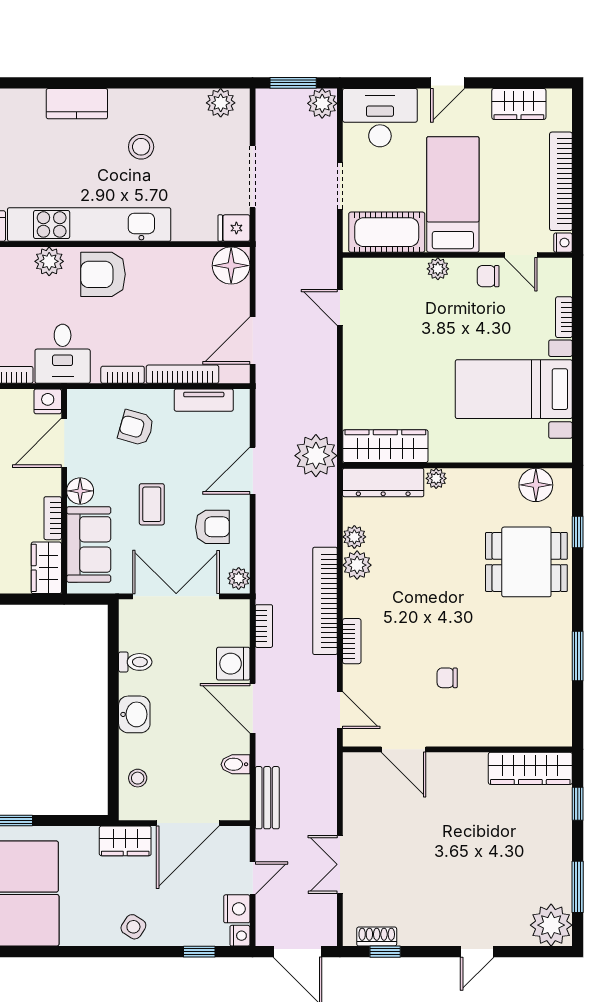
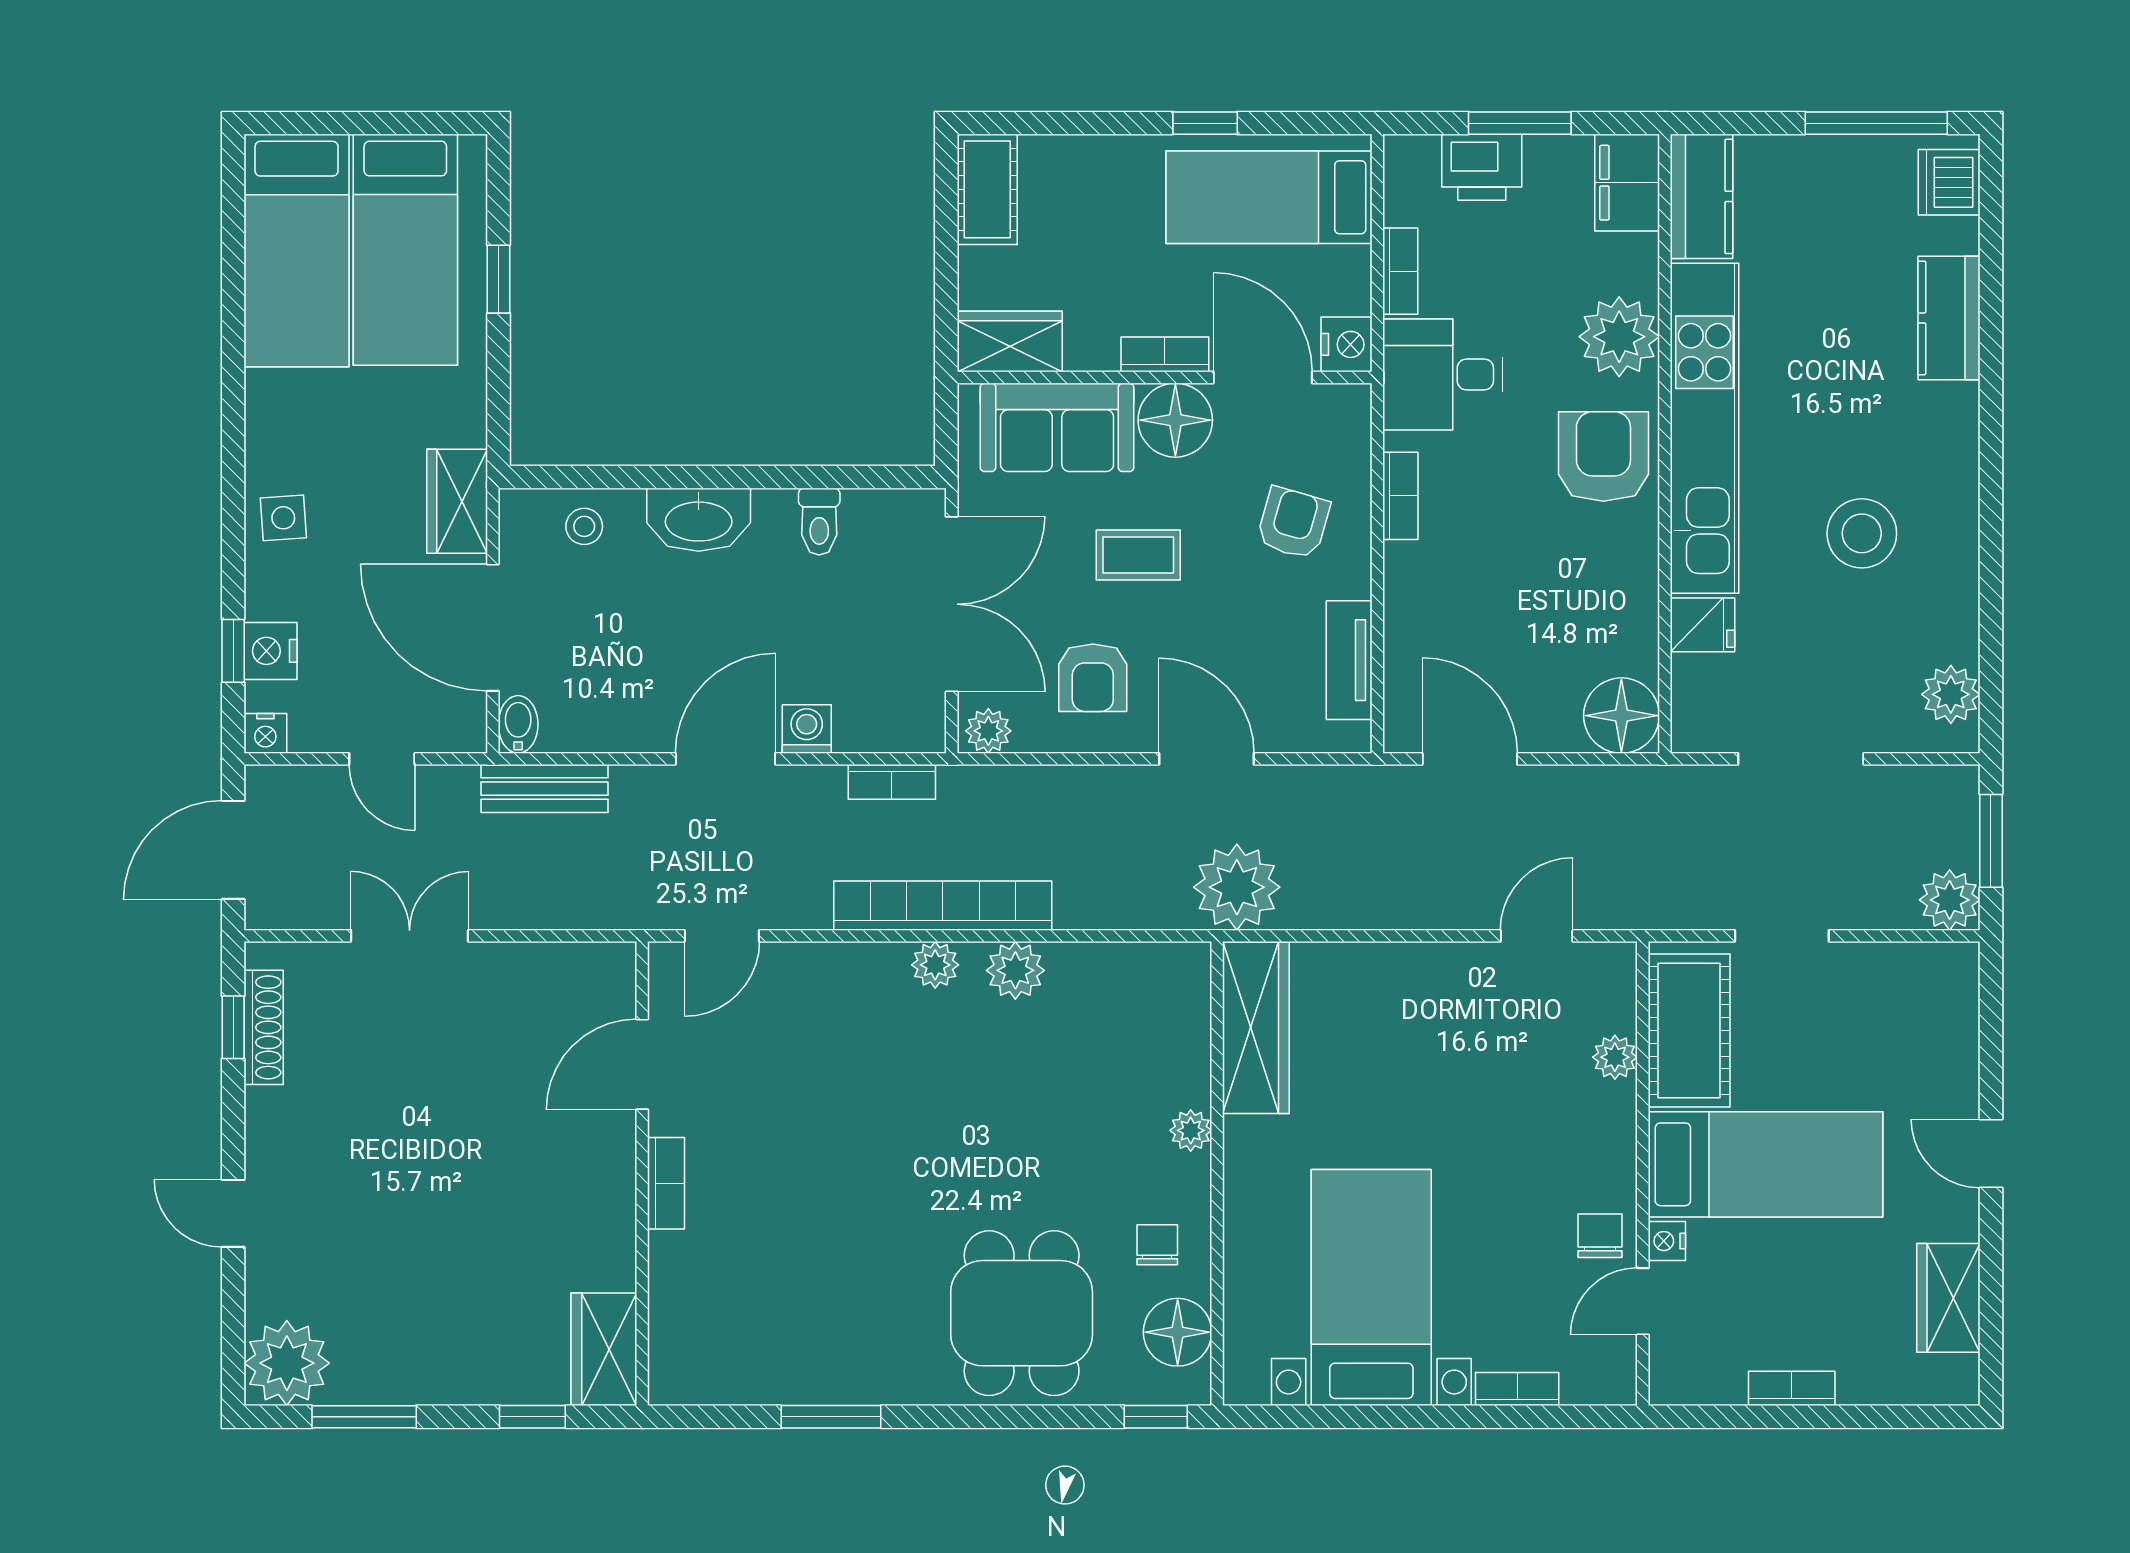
kitchen counter: (77, 104) -> (1949, 318), moved
desk: (380, 118) -> (1921, 1017), removed
stool: (141, 147) -> (1862, 533), width x1.38, depth x1.38
bookcase: (561, 181) -> (1792, 1388), width x0.43, depth x0.76
fridge: (234, 228) -> (1703, 625), moved, turned 90
nightstand: (563, 243) -> (1667, 1241), moved, turned 90
plant: (49, 261) -> (1619, 337), width x1.36, depth x1.36
plant: (438, 269) -> (1615, 1057), moved
bookcase: (182, 374) -> (1402, 617), removed
dresser: (383, 483) -> (1182, 1023), removed
floor lamp: (80, 491) -> (1175, 420), width x1.38, depth x1.38
bookcase: (53, 518) -> (1165, 354), moved
window: (578, 532) -> (1156, 1417), moved
plant: (354, 537) -> (935, 965), moved
bookcase: (352, 641) -> (666, 1183), moved, turned -90
washing machine: (233, 664) -> (807, 729), width x0.73, depth x0.73
chair: (447, 678) -> (1157, 1245), moved
washbasin: (134, 714) -> (699, 520), width x1.38
bidet: (235, 764) -> (518, 724), moved
wardrobe: (530, 768) -> (604, 1349), width x0.67
nightstand: (237, 909) -> (271, 651), moved, turned 90
side table: (133, 927) -> (283, 518), turned -37
shoe rack: (377, 936) -> (264, 1027), width x1.43

